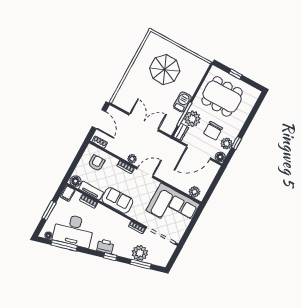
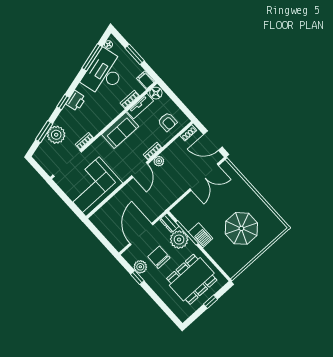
double door: (144, 122) -> (204, 177), moved
floor lamp: (220, 157) -> (128, 255), removed
plant: (194, 192) -> (101, 215), removed

